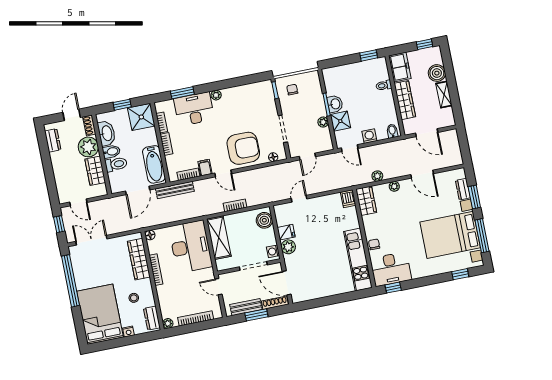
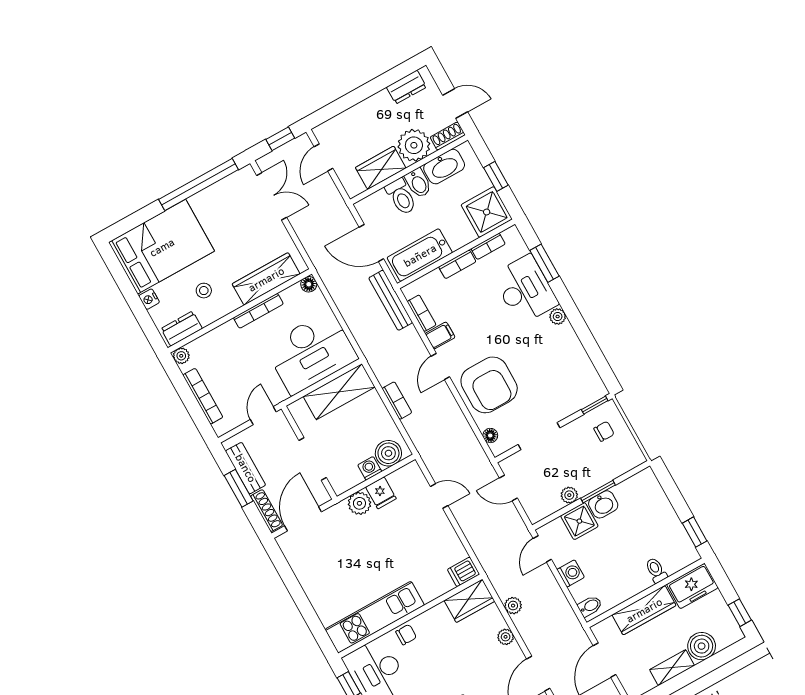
washing machine: (273, 251) -> (370, 468), moved

